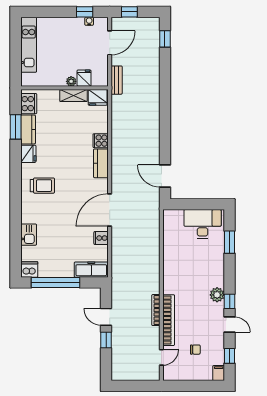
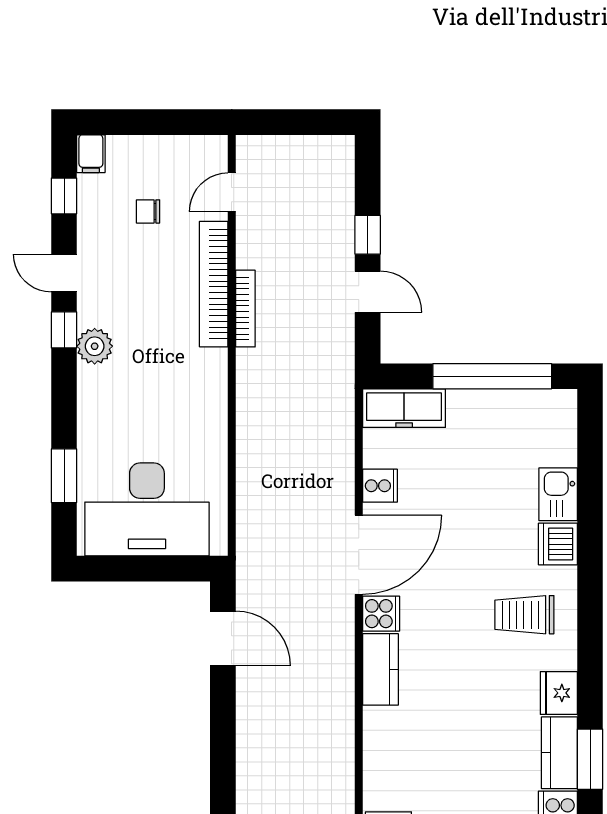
cooker: (101, 141) -> (381, 614), moved
desk: (203, 224) -> (147, 509), width x1.36, depth x1.30
dishwasher: (29, 269) -> (558, 544), moved, turned 90

